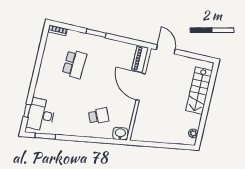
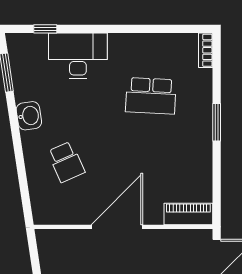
door: (141, 87) -> (117, 227), moved
desk: (41, 115) -> (78, 56), moved
washbasin: (120, 134) -> (29, 116), moved

